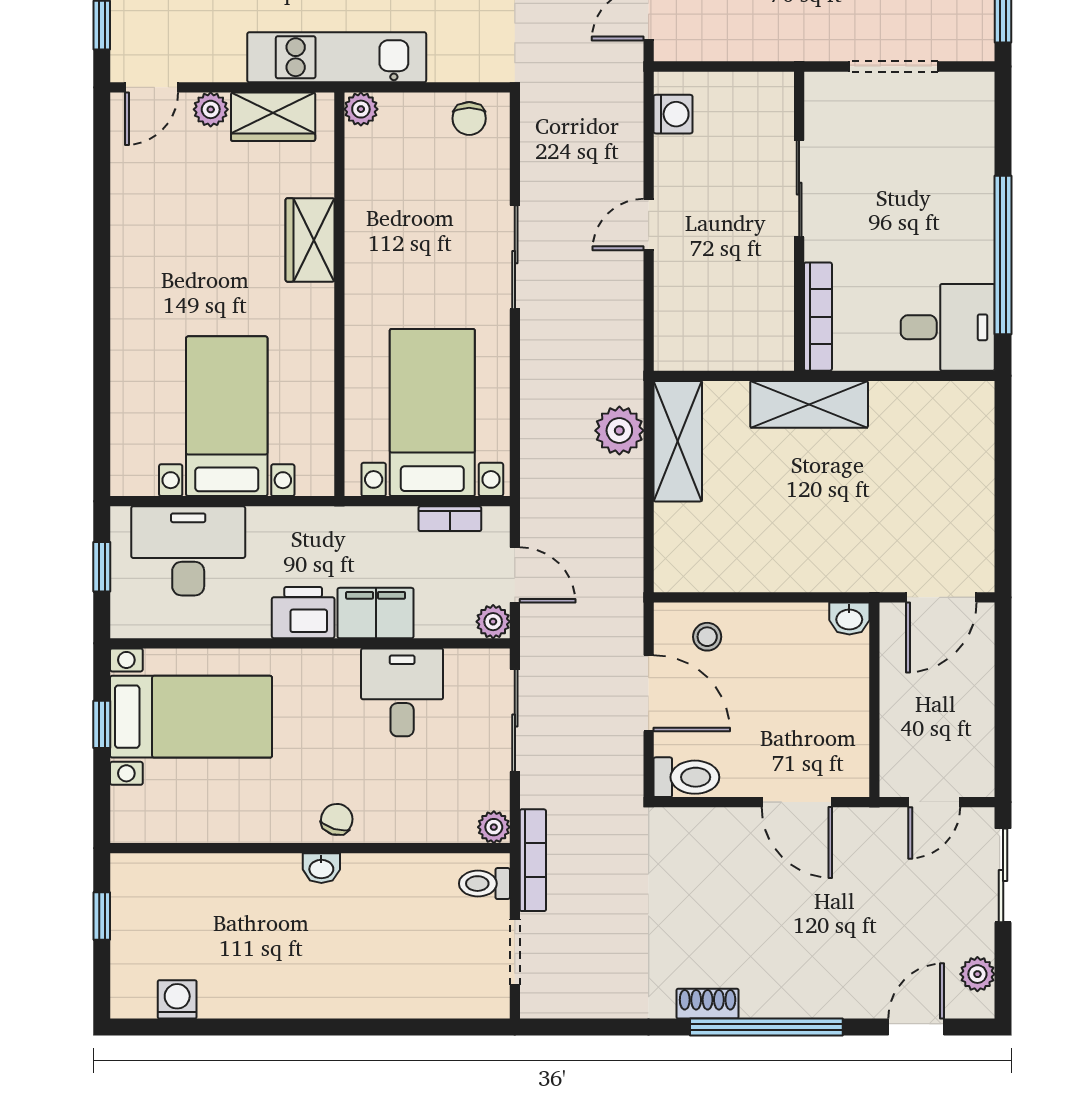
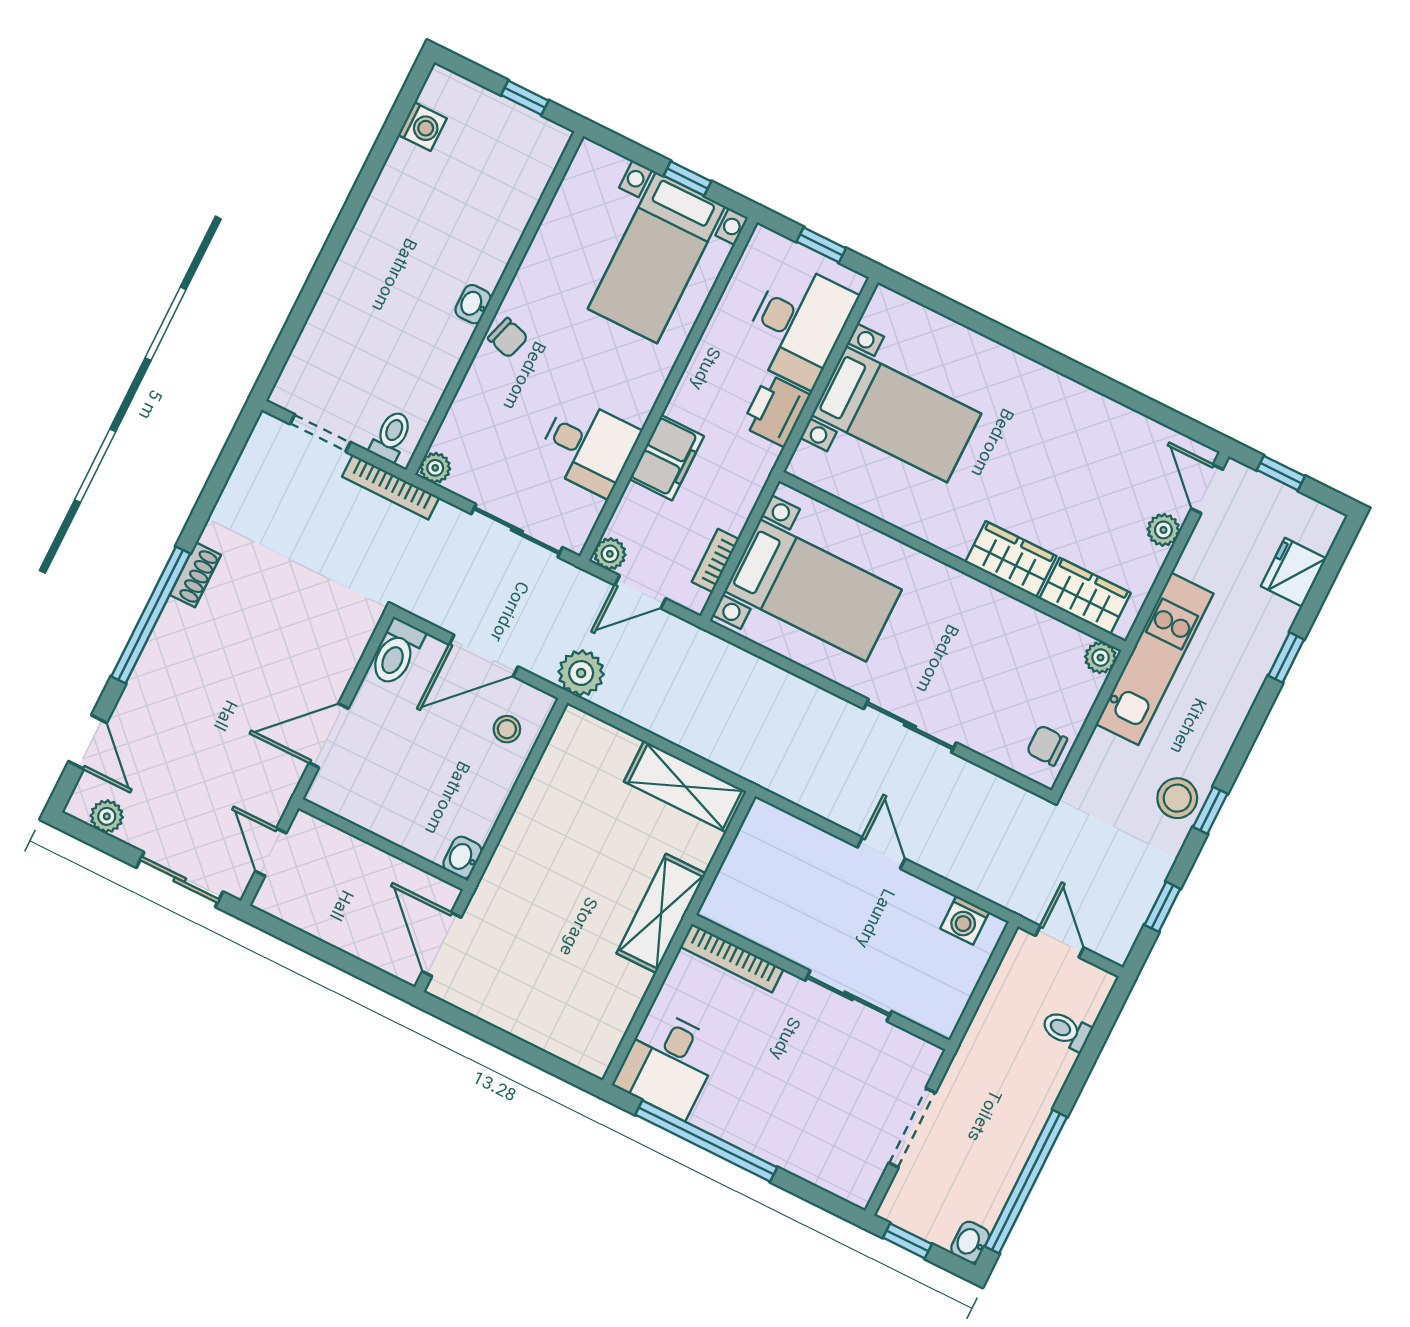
wardrobe: (273, 117) -> (1085, 596), moved, turned 90
plant: (619, 431) -> (581, 673), moved
printer: (303, 613) -> (776, 410), moved, turned 180

